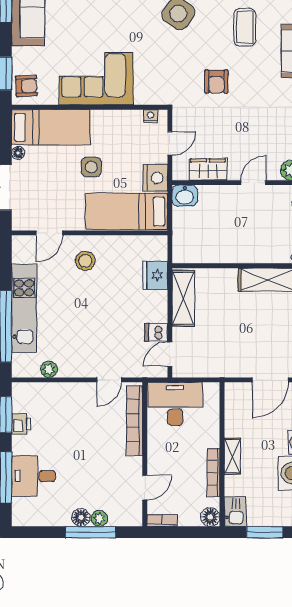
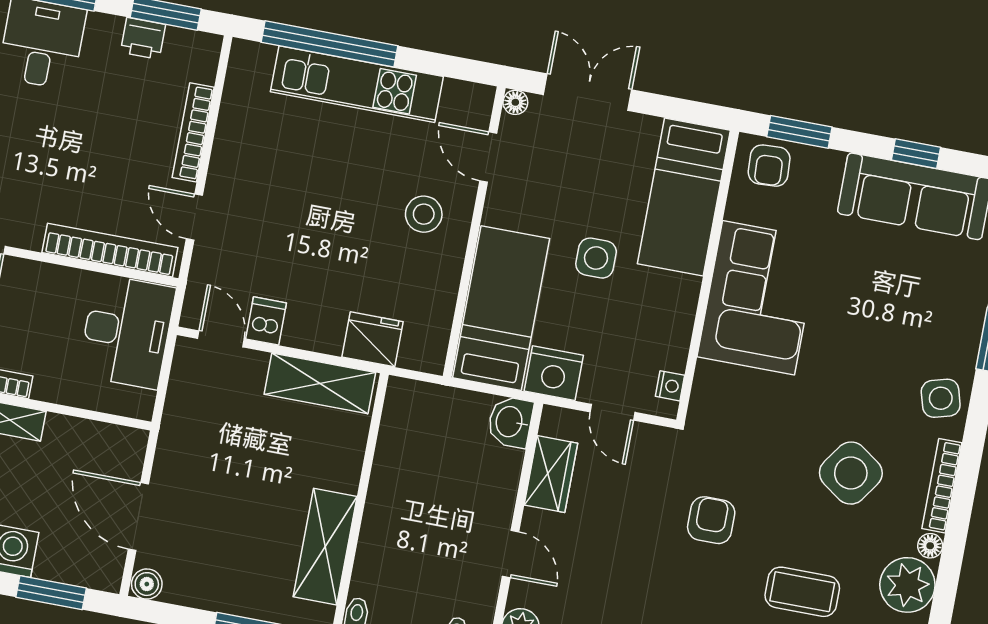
armchair: (216, 82) -> (711, 520), turned 90
floor lamp: (18, 153) -> (515, 102), moved
plant: (49, 369) -> (235, 109), removed
bookcase: (65, 389) -> (193, 132), added

